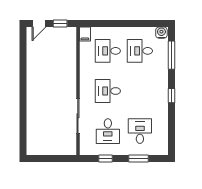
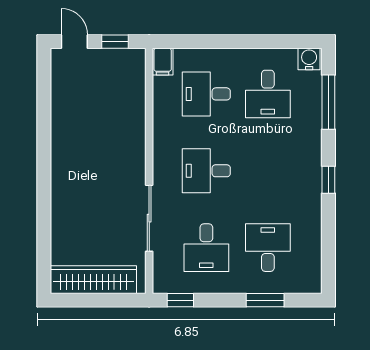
door: (39, 24) -> (74, 42), swing flipped
desk: (140, 51) -> (268, 94), turned -90
wardrobe: (49, 148) -> (93, 280), added
window: (105, 158) -> (180, 300), moved

